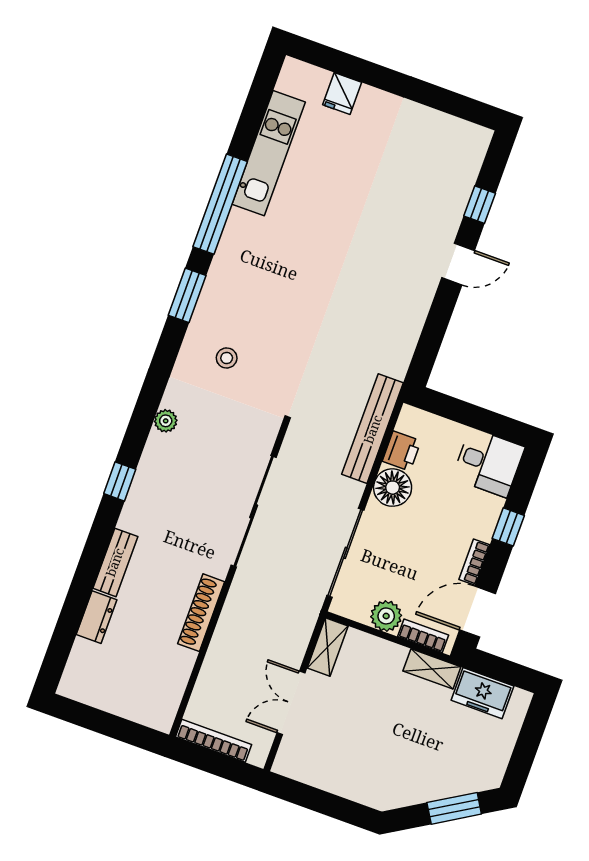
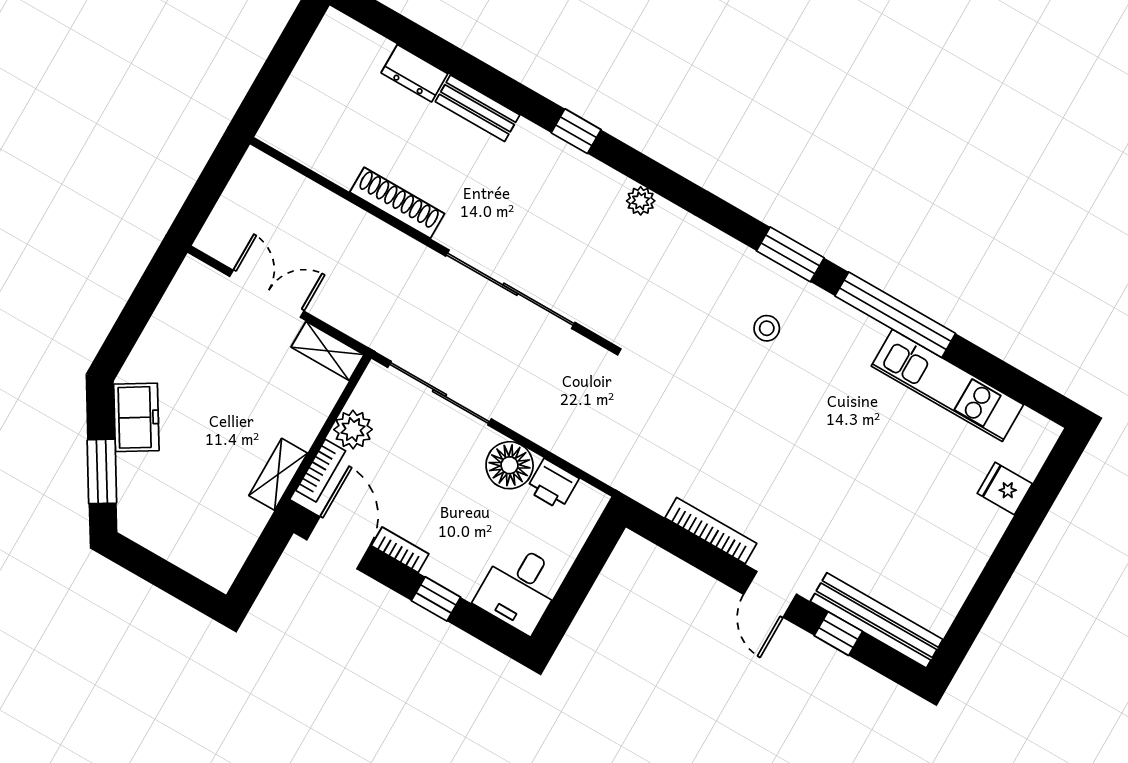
stool: (227, 358) -> (767, 328), moved
bench: (373, 429) -> (877, 620), moved
freezer: (482, 693) -> (136, 417), moved, turned 149
bookcase: (214, 741) -> (711, 531), moved, turned -90

